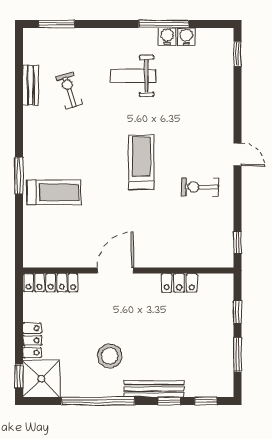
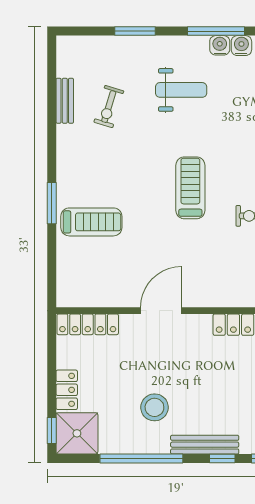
window: (57, 24) -> (135, 31), moved
weight bench: (133, 76) -> (181, 90), turned 180
exercise bike: (69, 90) -> (109, 107), turned -145

